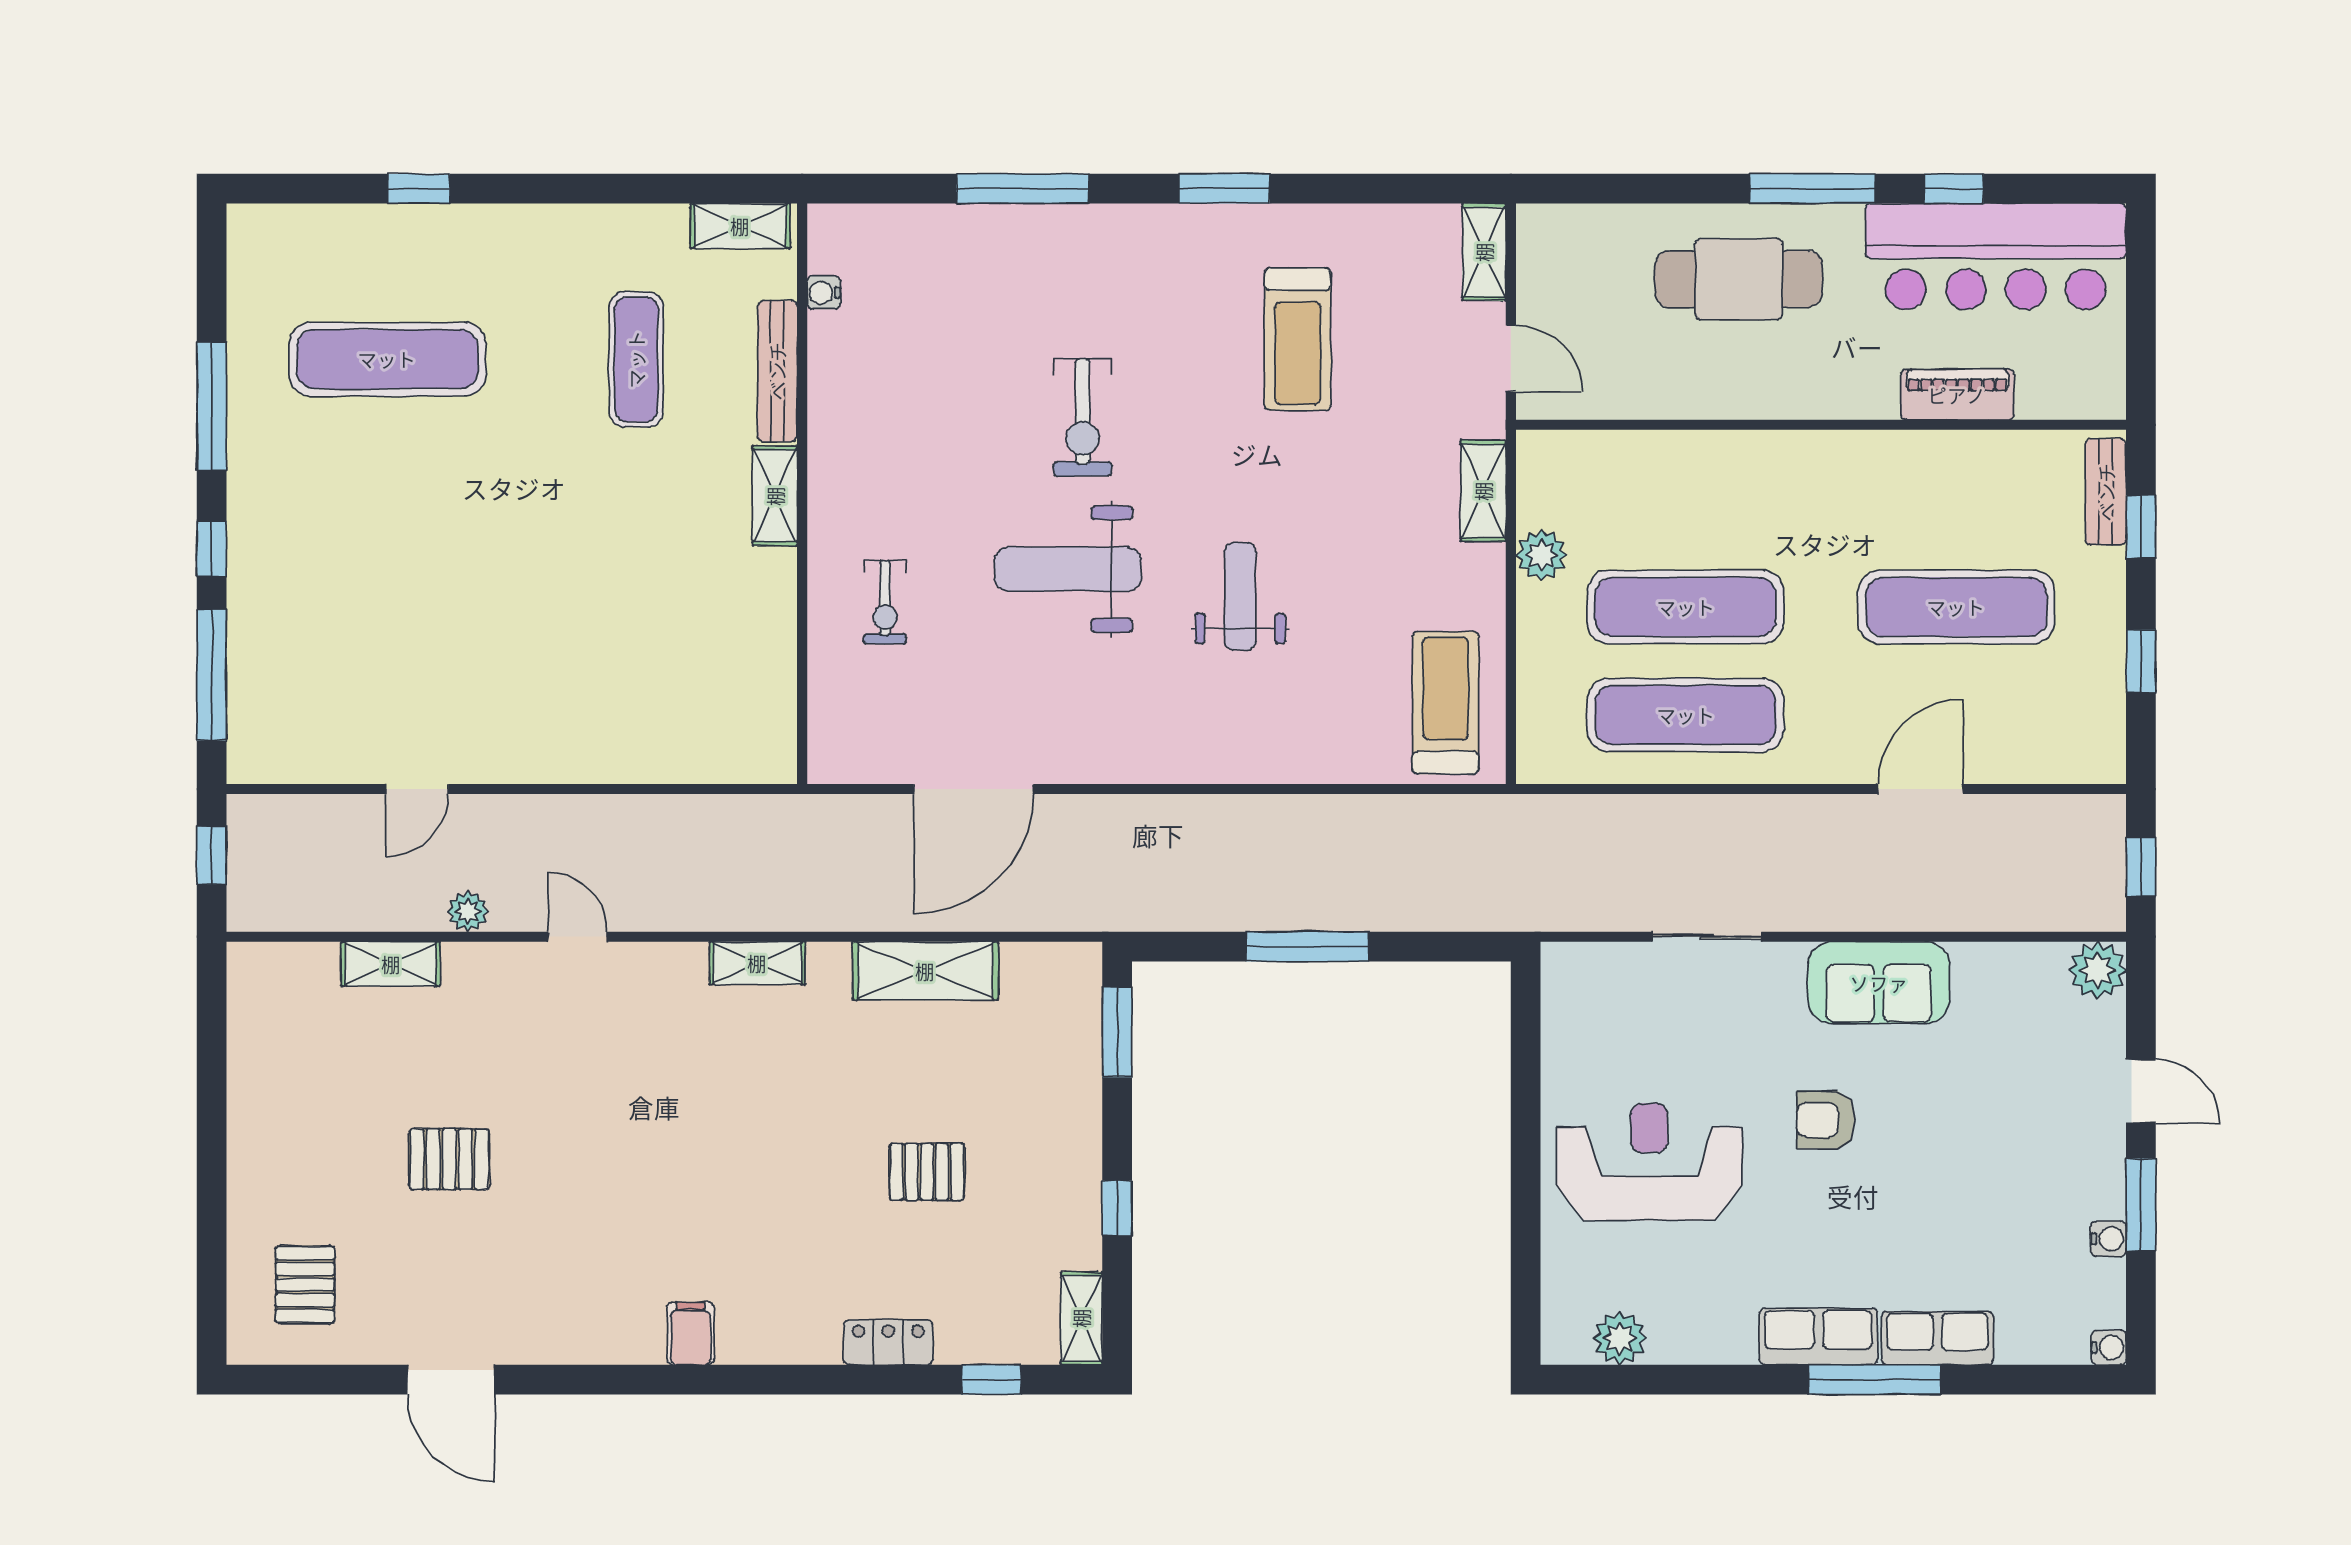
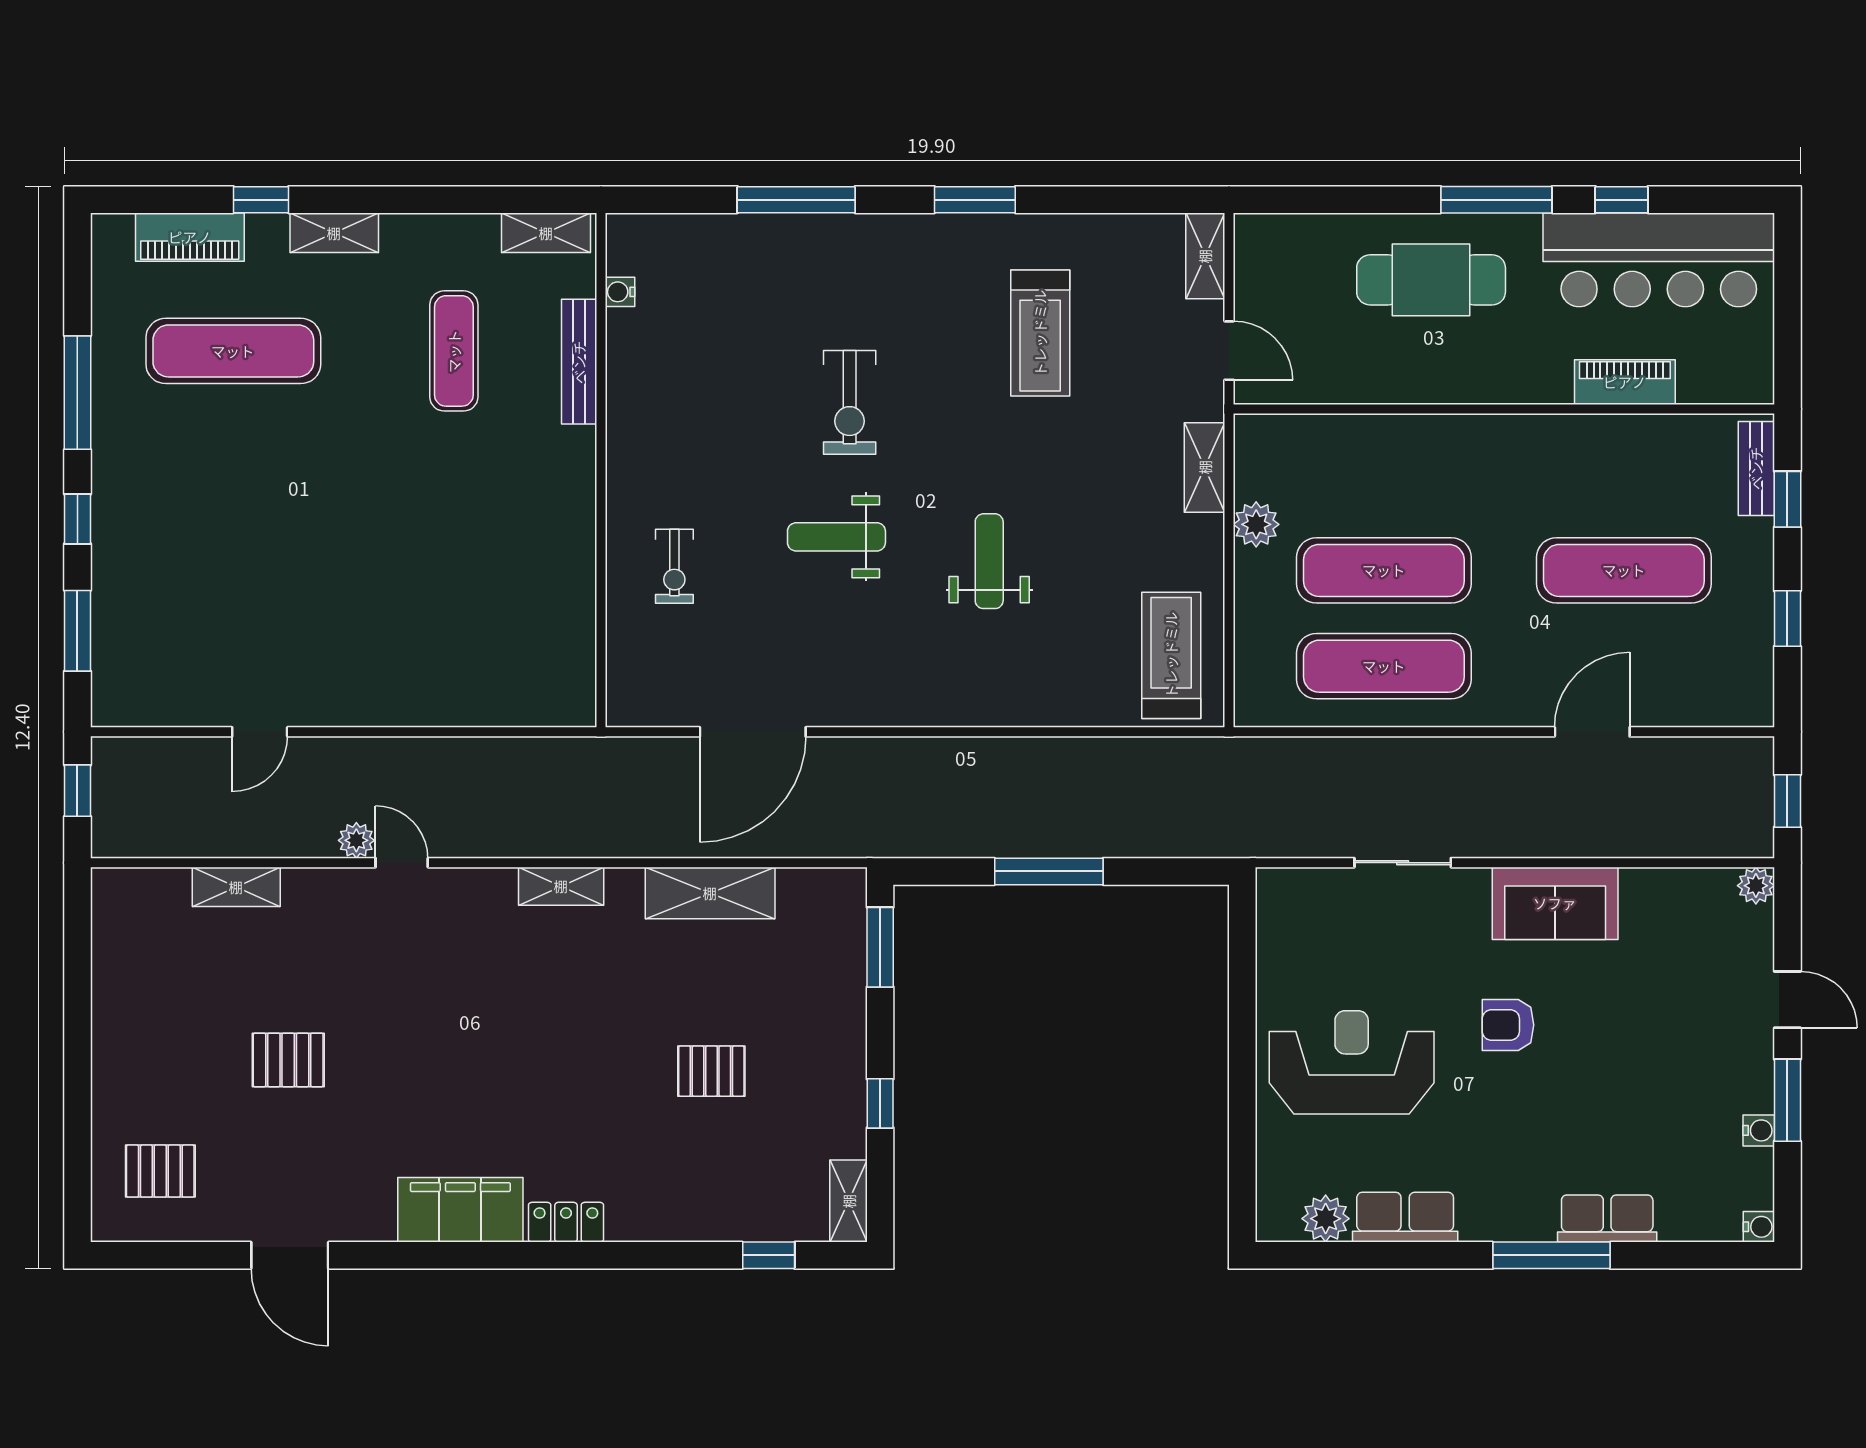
piano: (338, 231) -> (190, 237), added
shelving: (775, 496) -> (334, 233), moved, turned 90
weight bench: (1068, 569) -> (836, 537), width x0.73, depth x0.75
window: (212, 675) -> (77, 631), width x0.69
plant: (468, 911) -> (356, 840), moved
plant: (2097, 970) -> (1756, 886), width x0.73, depth x0.73
pallet: (305, 1285) -> (160, 1171), turned 90
filing cabinet: (691, 1333) -> (460, 1210), width x3.00, depth x1.17
row of seats: (1818, 1337) -> (1405, 1217), moved
locker: (888, 1342) -> (566, 1222), moved

